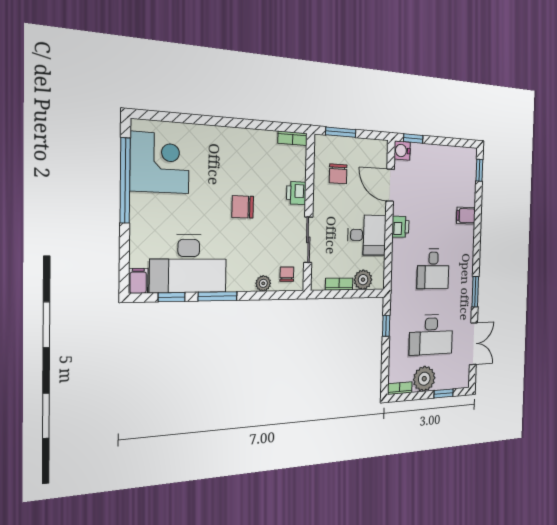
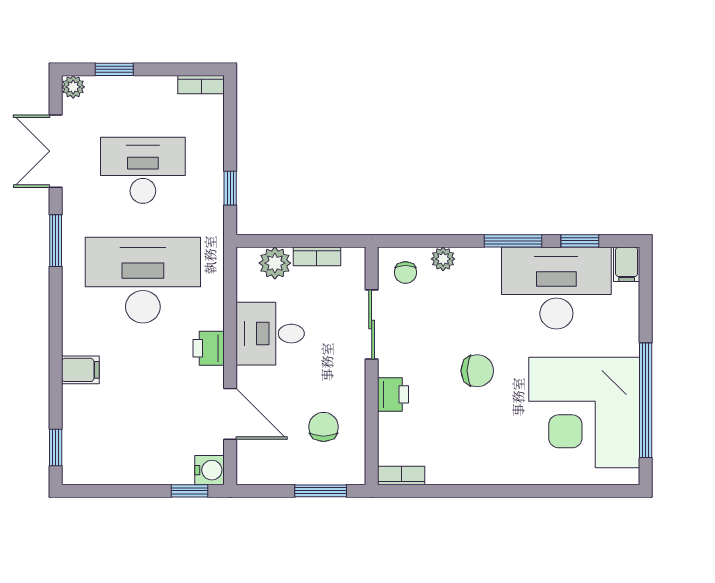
corner desk: (160, 163) -> (584, 412), width x1.36, depth x1.36
desk: (433, 269) -> (143, 280), width x1.87, depth x1.30
plant: (424, 379) -> (73, 87), moved, width x0.53, depth x0.53

